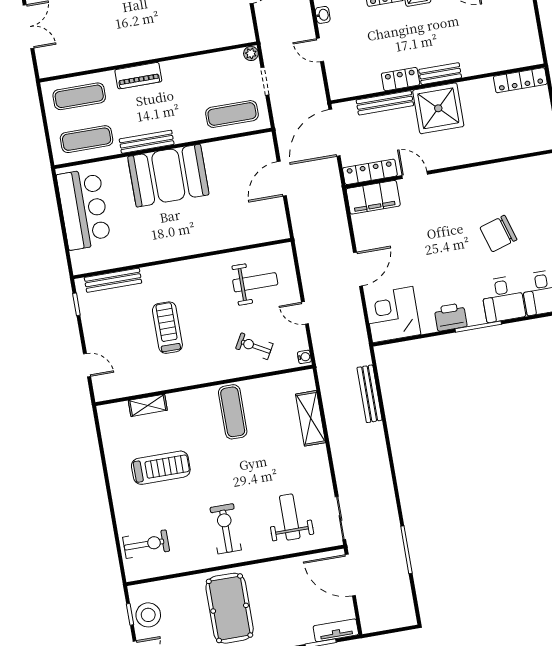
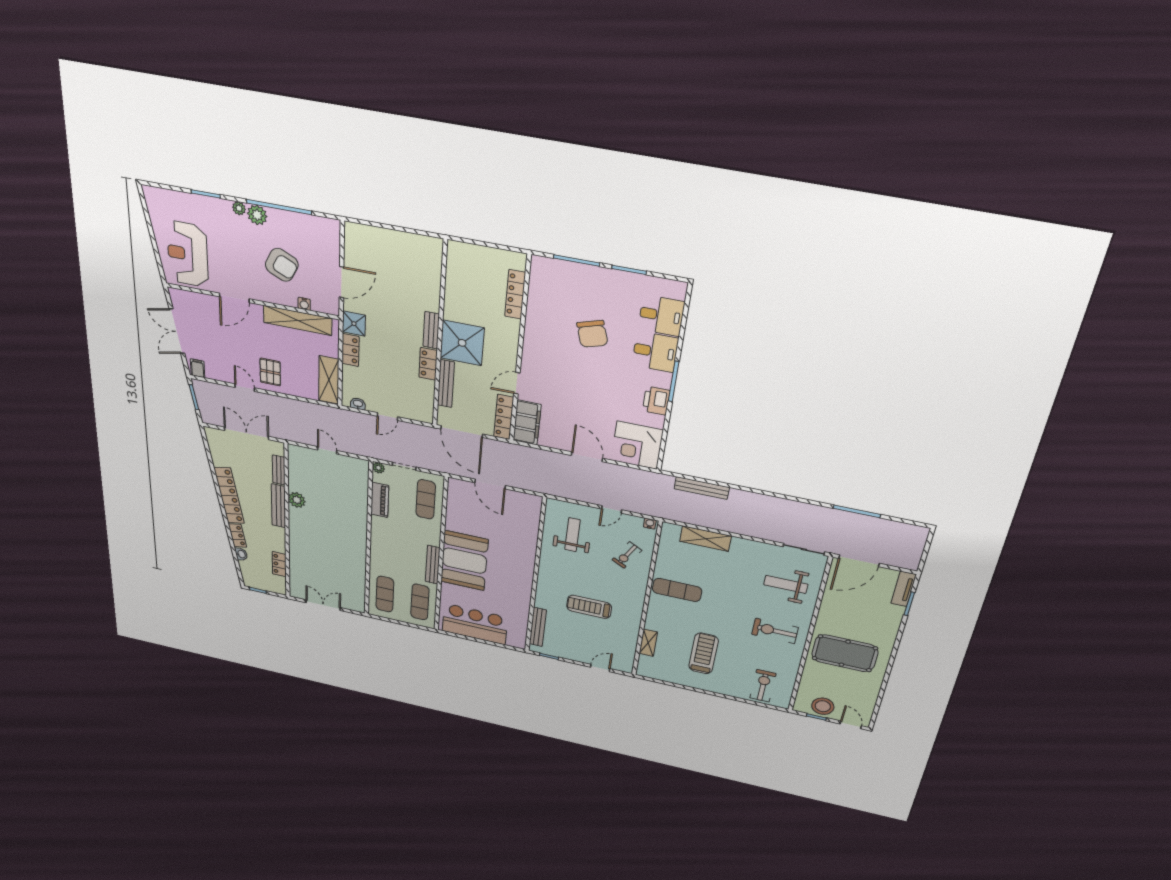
piano: (138, 76) -> (380, 500), moved
locker: (520, 80) -> (515, 294), moved, turned 180

